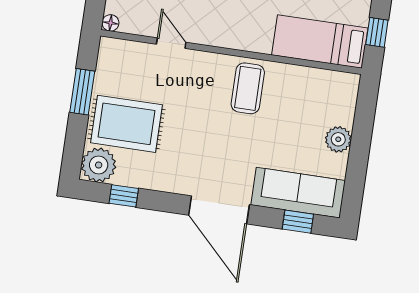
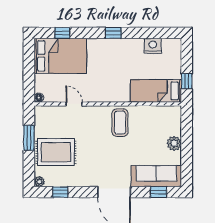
plant: (99, 165) -> (39, 182), width x0.53, depth x0.53

